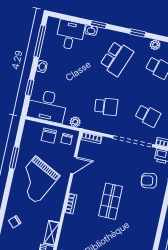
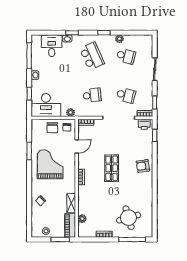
school desk: (117, 58) -> (92, 56), turned -45
grand piano: (36, 180) -> (50, 164), turned 153
armchair: (149, 181) -> (143, 166), moved

